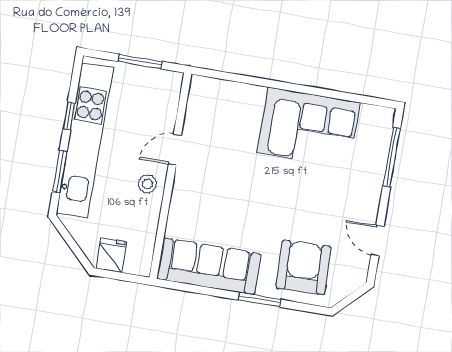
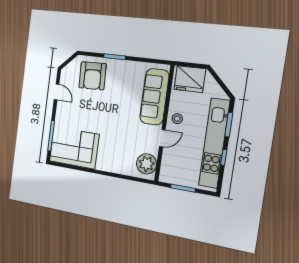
plant: (205, 104) -> (147, 164), added
corner sofa: (309, 127) -> (74, 148), moved
fridge: (111, 255) -> (190, 79), width x1.88, depth x1.34
sofa: (209, 266) -> (154, 97), moved, turned 90

